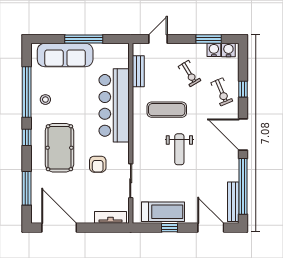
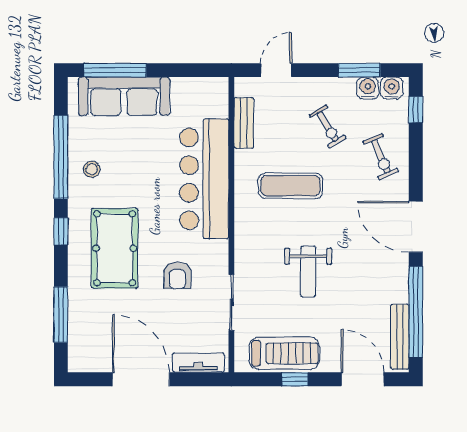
window: (84, 39) -> (115, 70), moved
window: (243, 89) -> (416, 110), moved
weight bench: (179, 149) -> (308, 272), moved
door: (59, 228) -> (141, 379), moved

